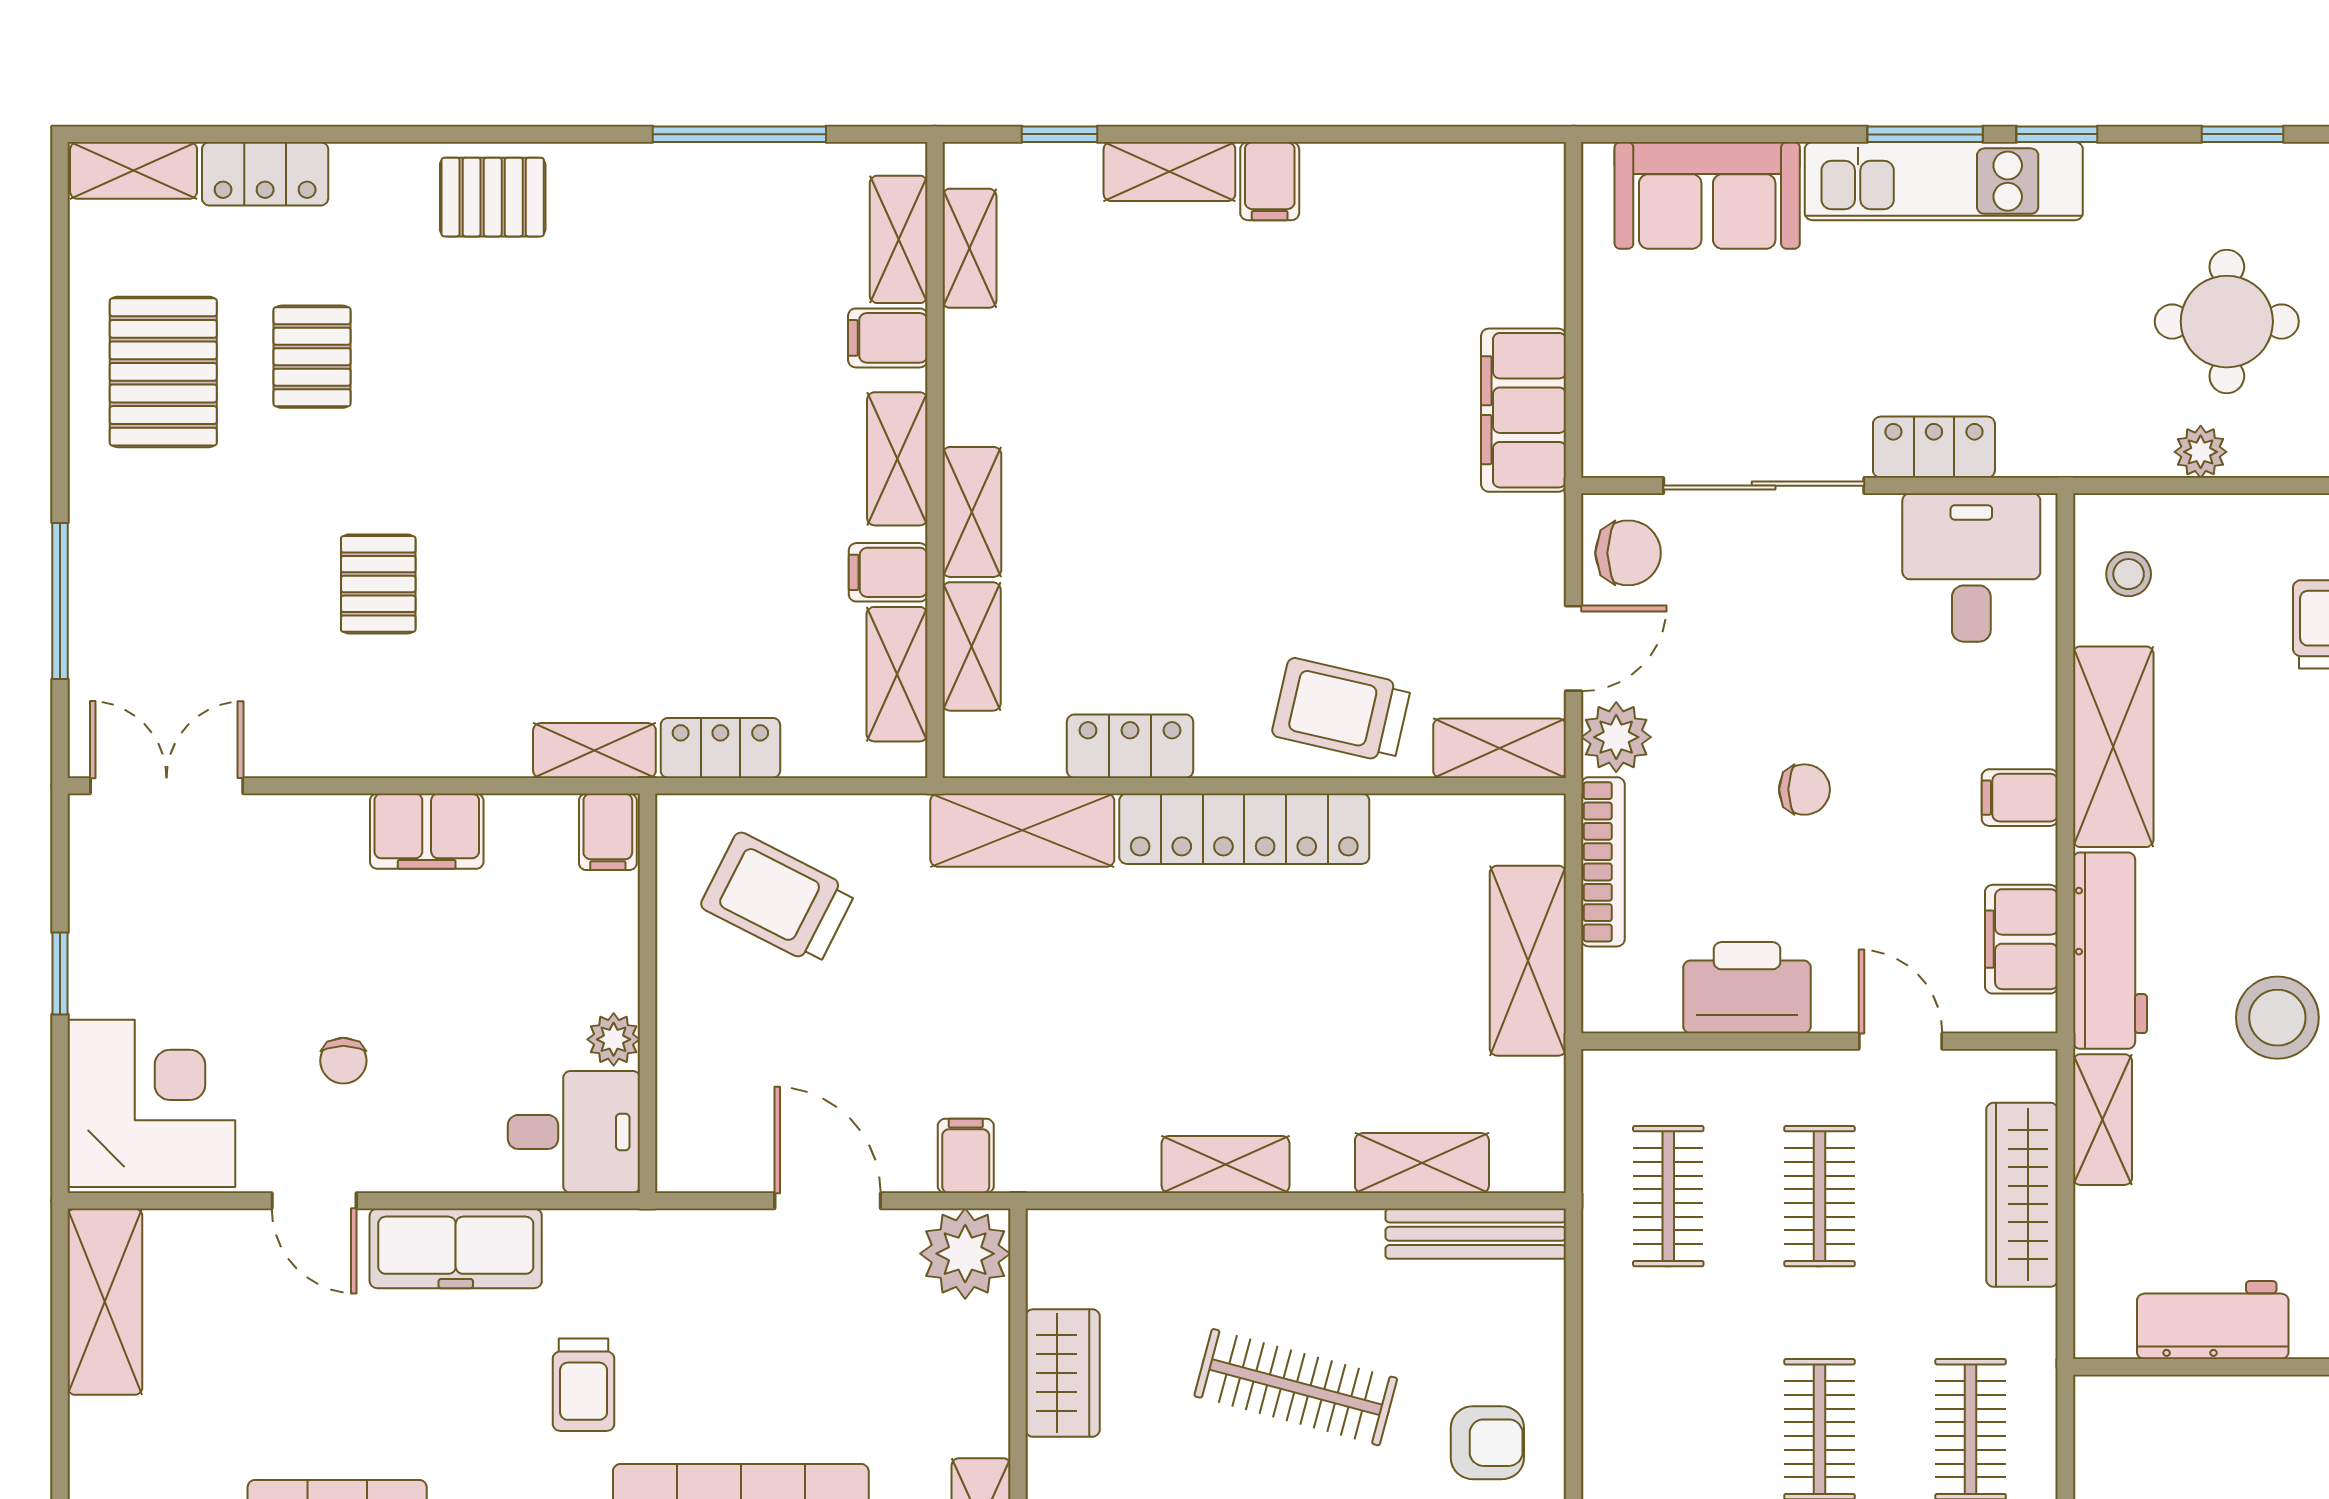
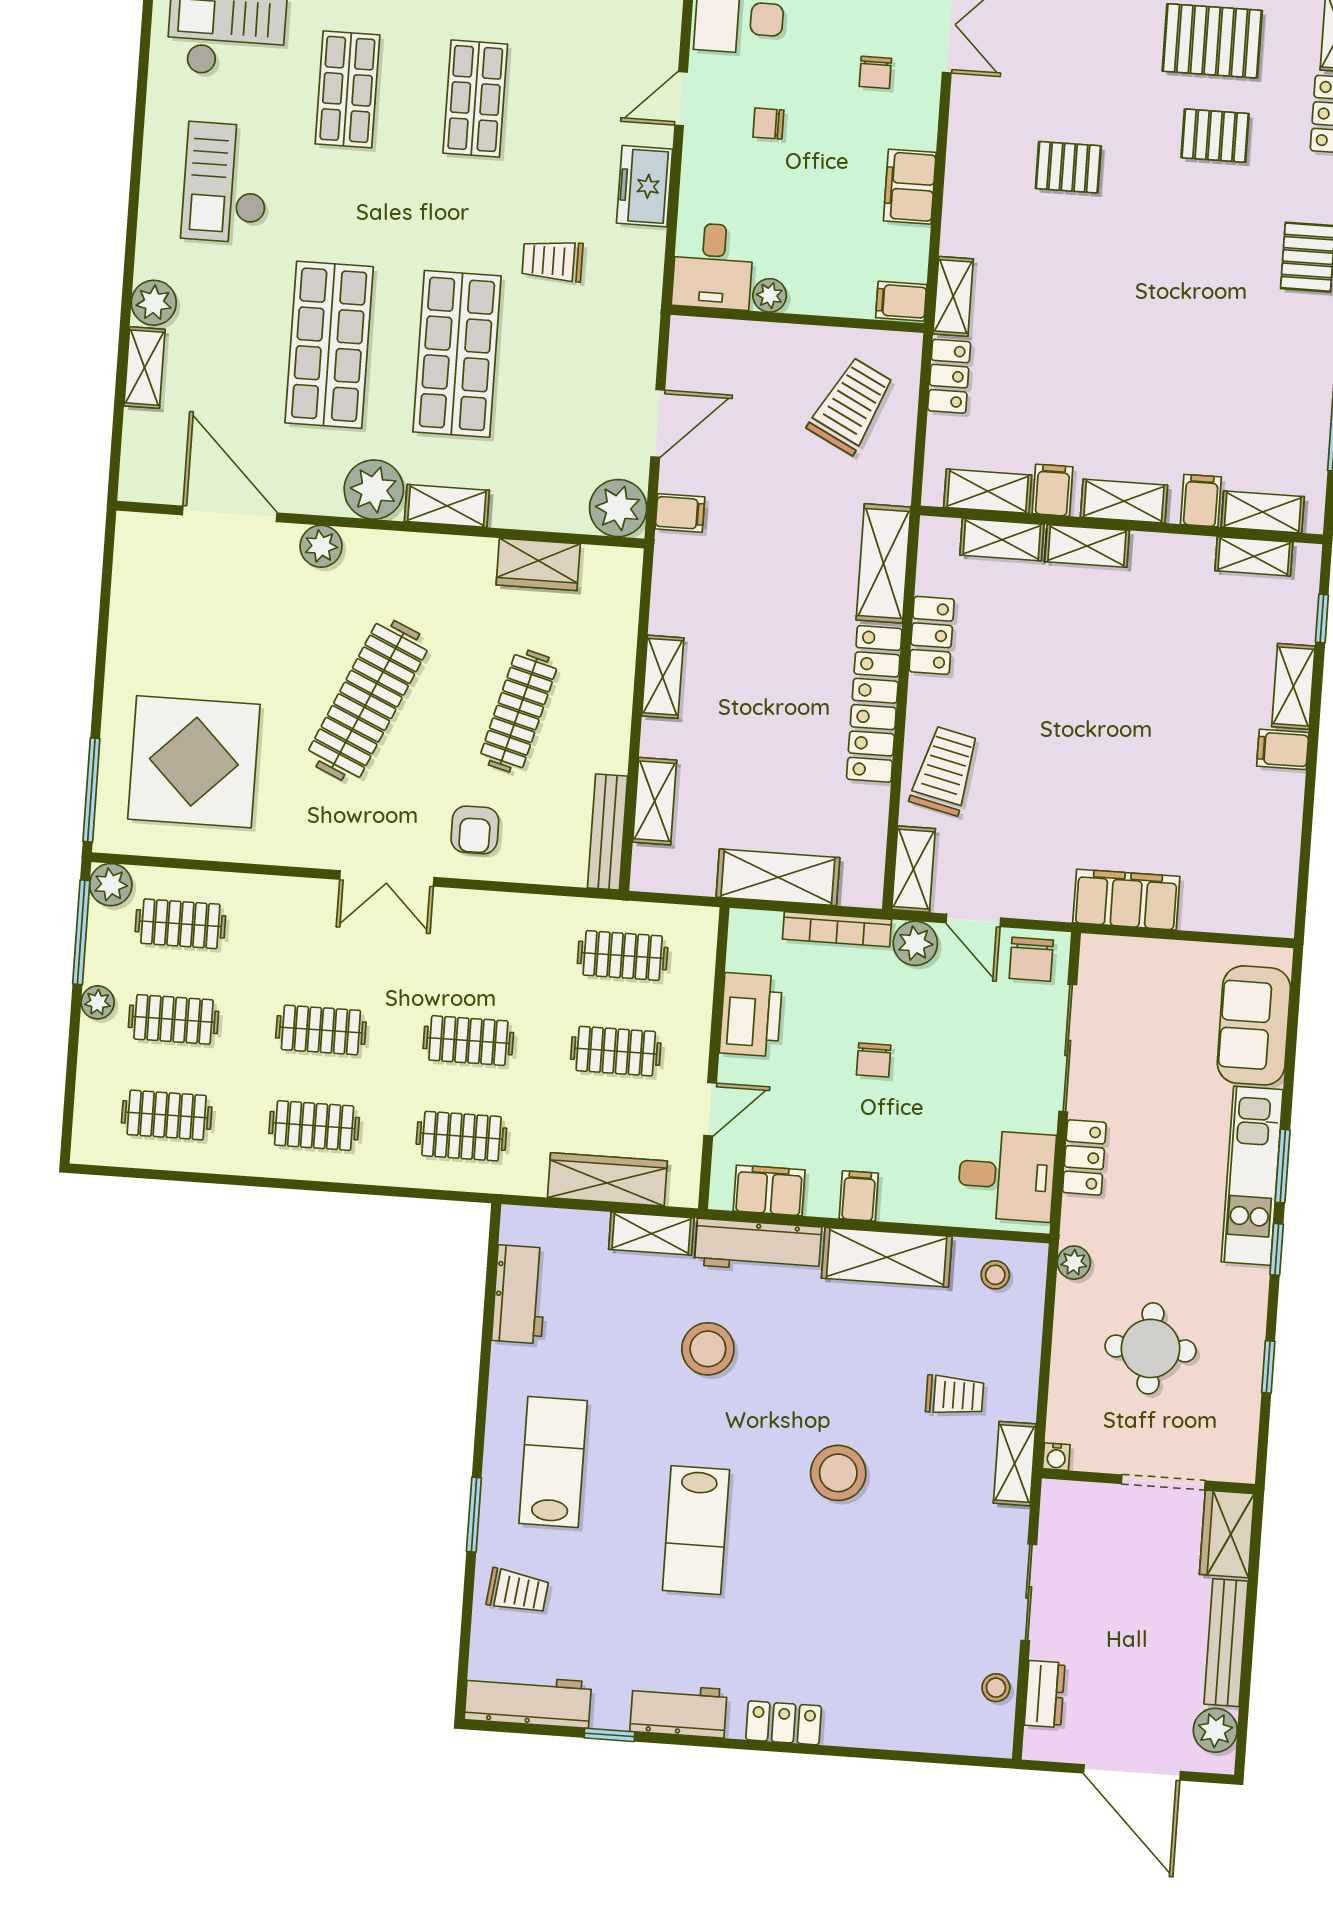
plant: (2201, 452) -> (1074, 1263), moved
chair: (251, 898) -> (875, 72), added
freezer: (456, 1248) -> (645, 186), width x0.71

